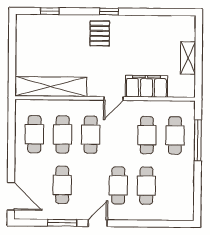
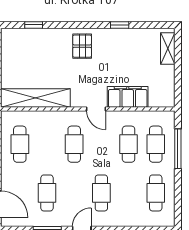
window: (109, 12) -> (120, 25), moved
shelving: (188, 58) -> (168, 49), moved
door: (114, 98) -> (96, 109), hinge flipped
cafe table: (63, 134) -> (47, 144), removed
cafe table: (146, 186) -> (156, 193), moved

